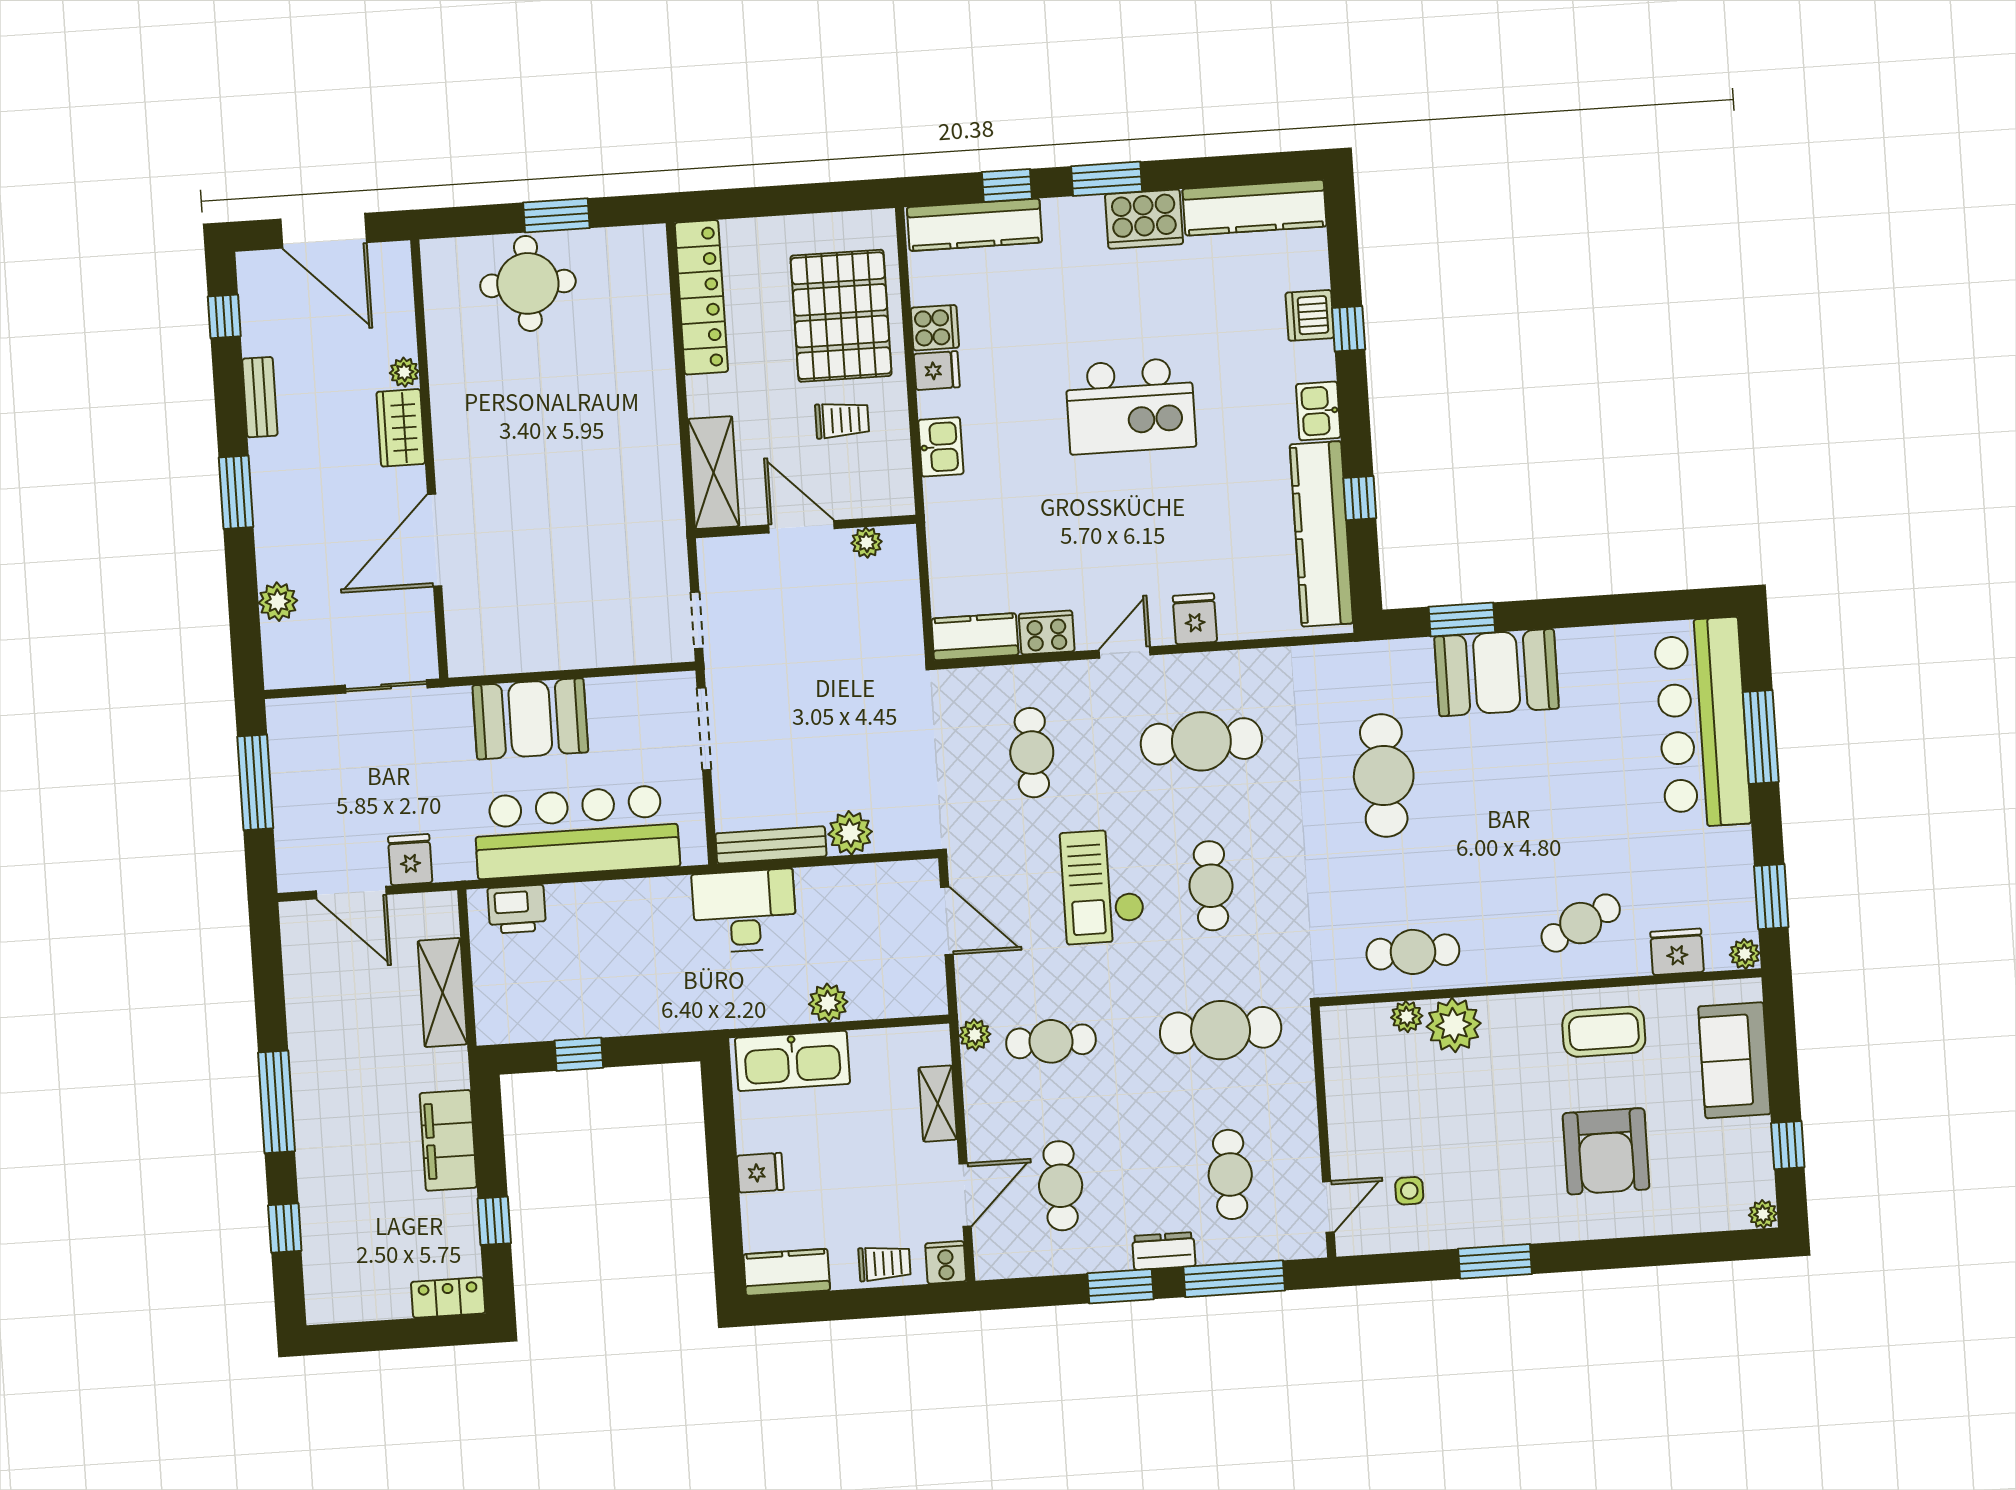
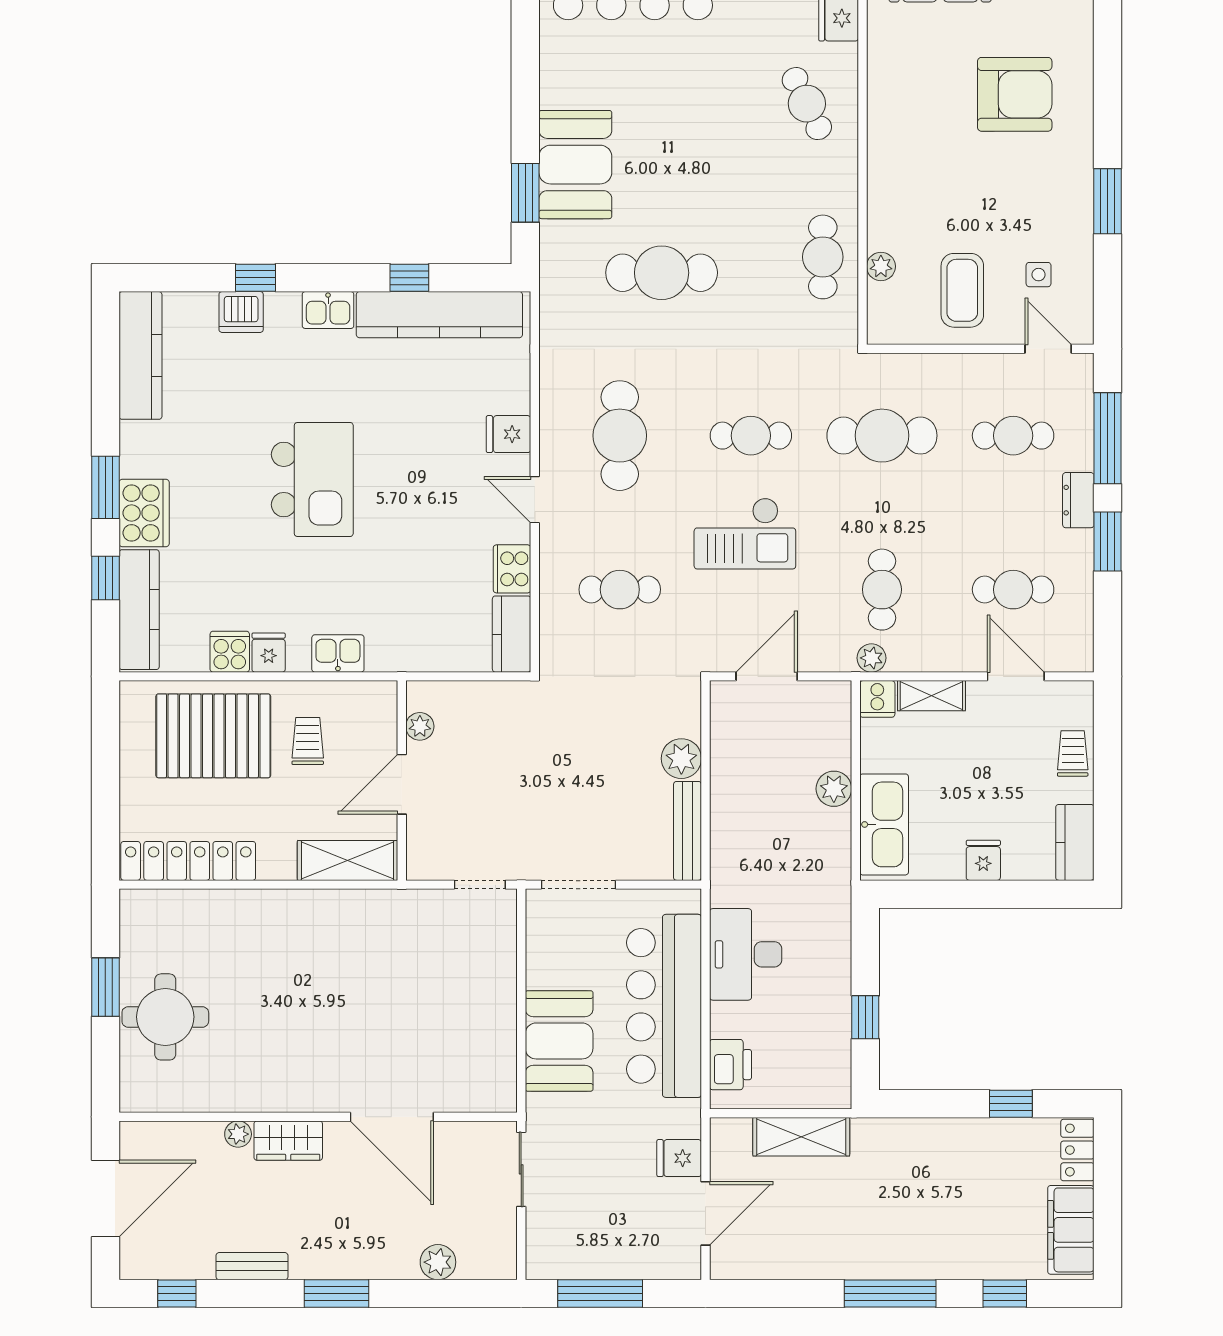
cooker: (1144, 219) -> (144, 513), moved
desk: (744, 911) -> (746, 954), moved
plant: (1454, 1025) -> (891, 225), removed
cafe table: (1221, 1030) -> (882, 436), turned 90
coffee table: (1604, 1032) -> (962, 290), moved
filing cabinet: (448, 1140) -> (1071, 1230), moved, turned 90
cooker: (946, 1262) -> (877, 699), moved, turned -90

